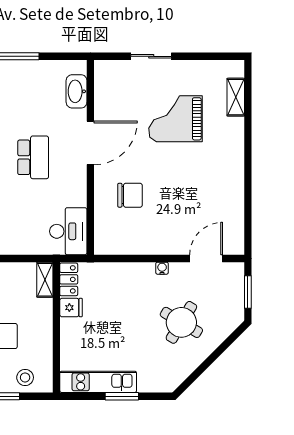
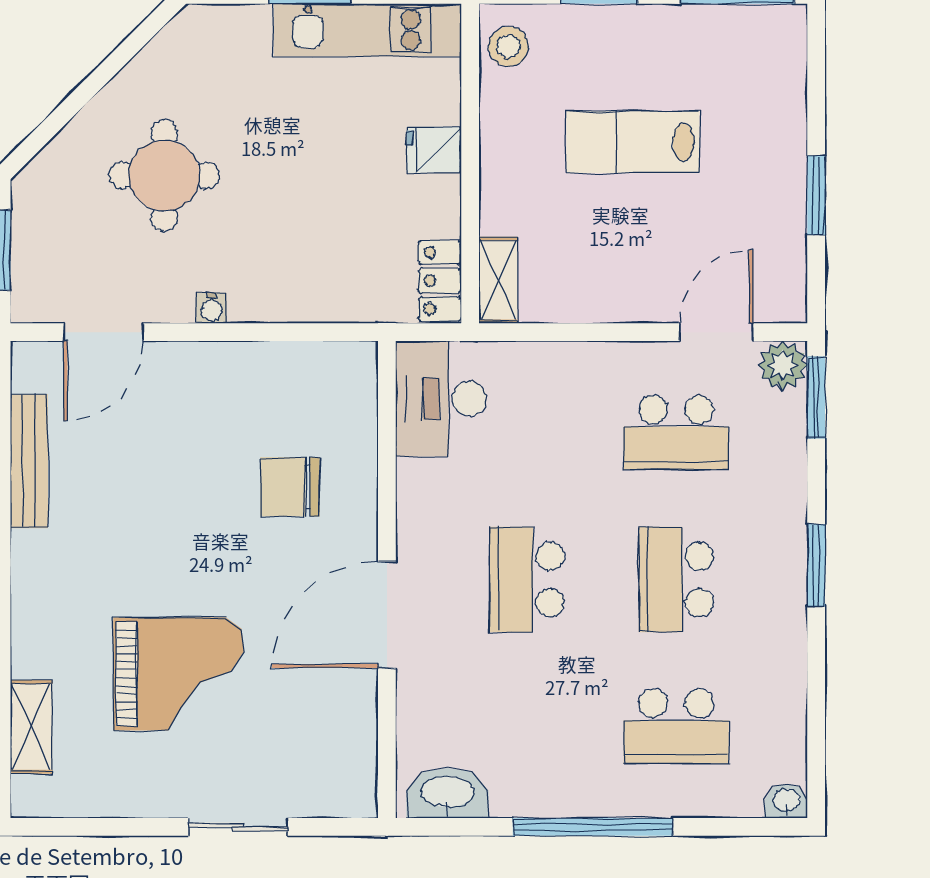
washbasin: (77, 91) -> (448, 793), moved, turned -90
bench: (237, 206) -> (29, 461), added
fridge: (71, 308) -> (434, 150), moved
round table: (181, 322) -> (164, 176), turned -31
stool: (25, 377) -> (509, 47), moved

